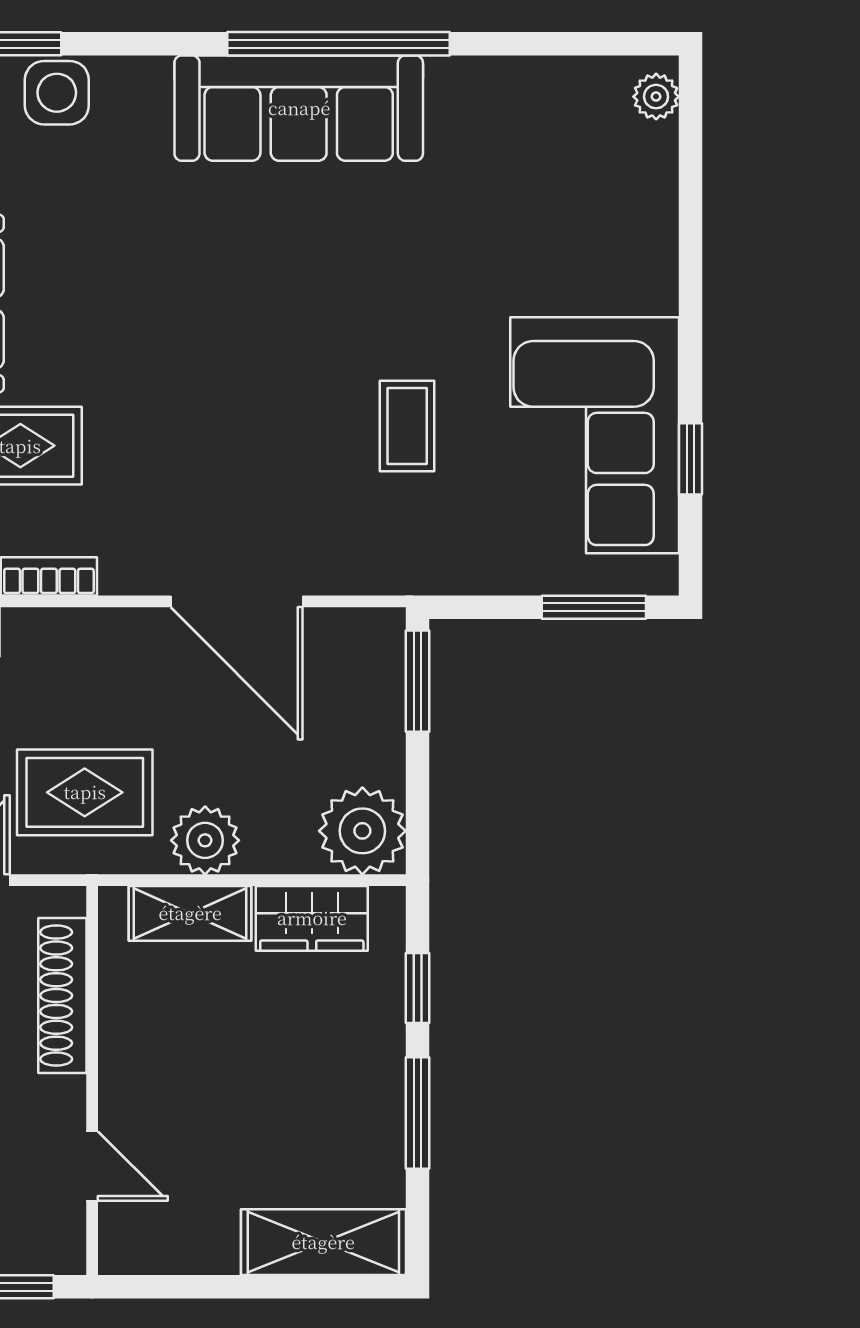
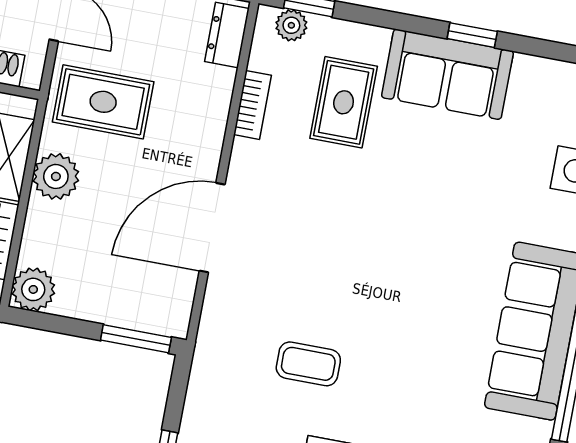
rug: (85, 792) -> (103, 102), turned 90
plant: (362, 831) -> (33, 289), width x0.73, depth x0.73

